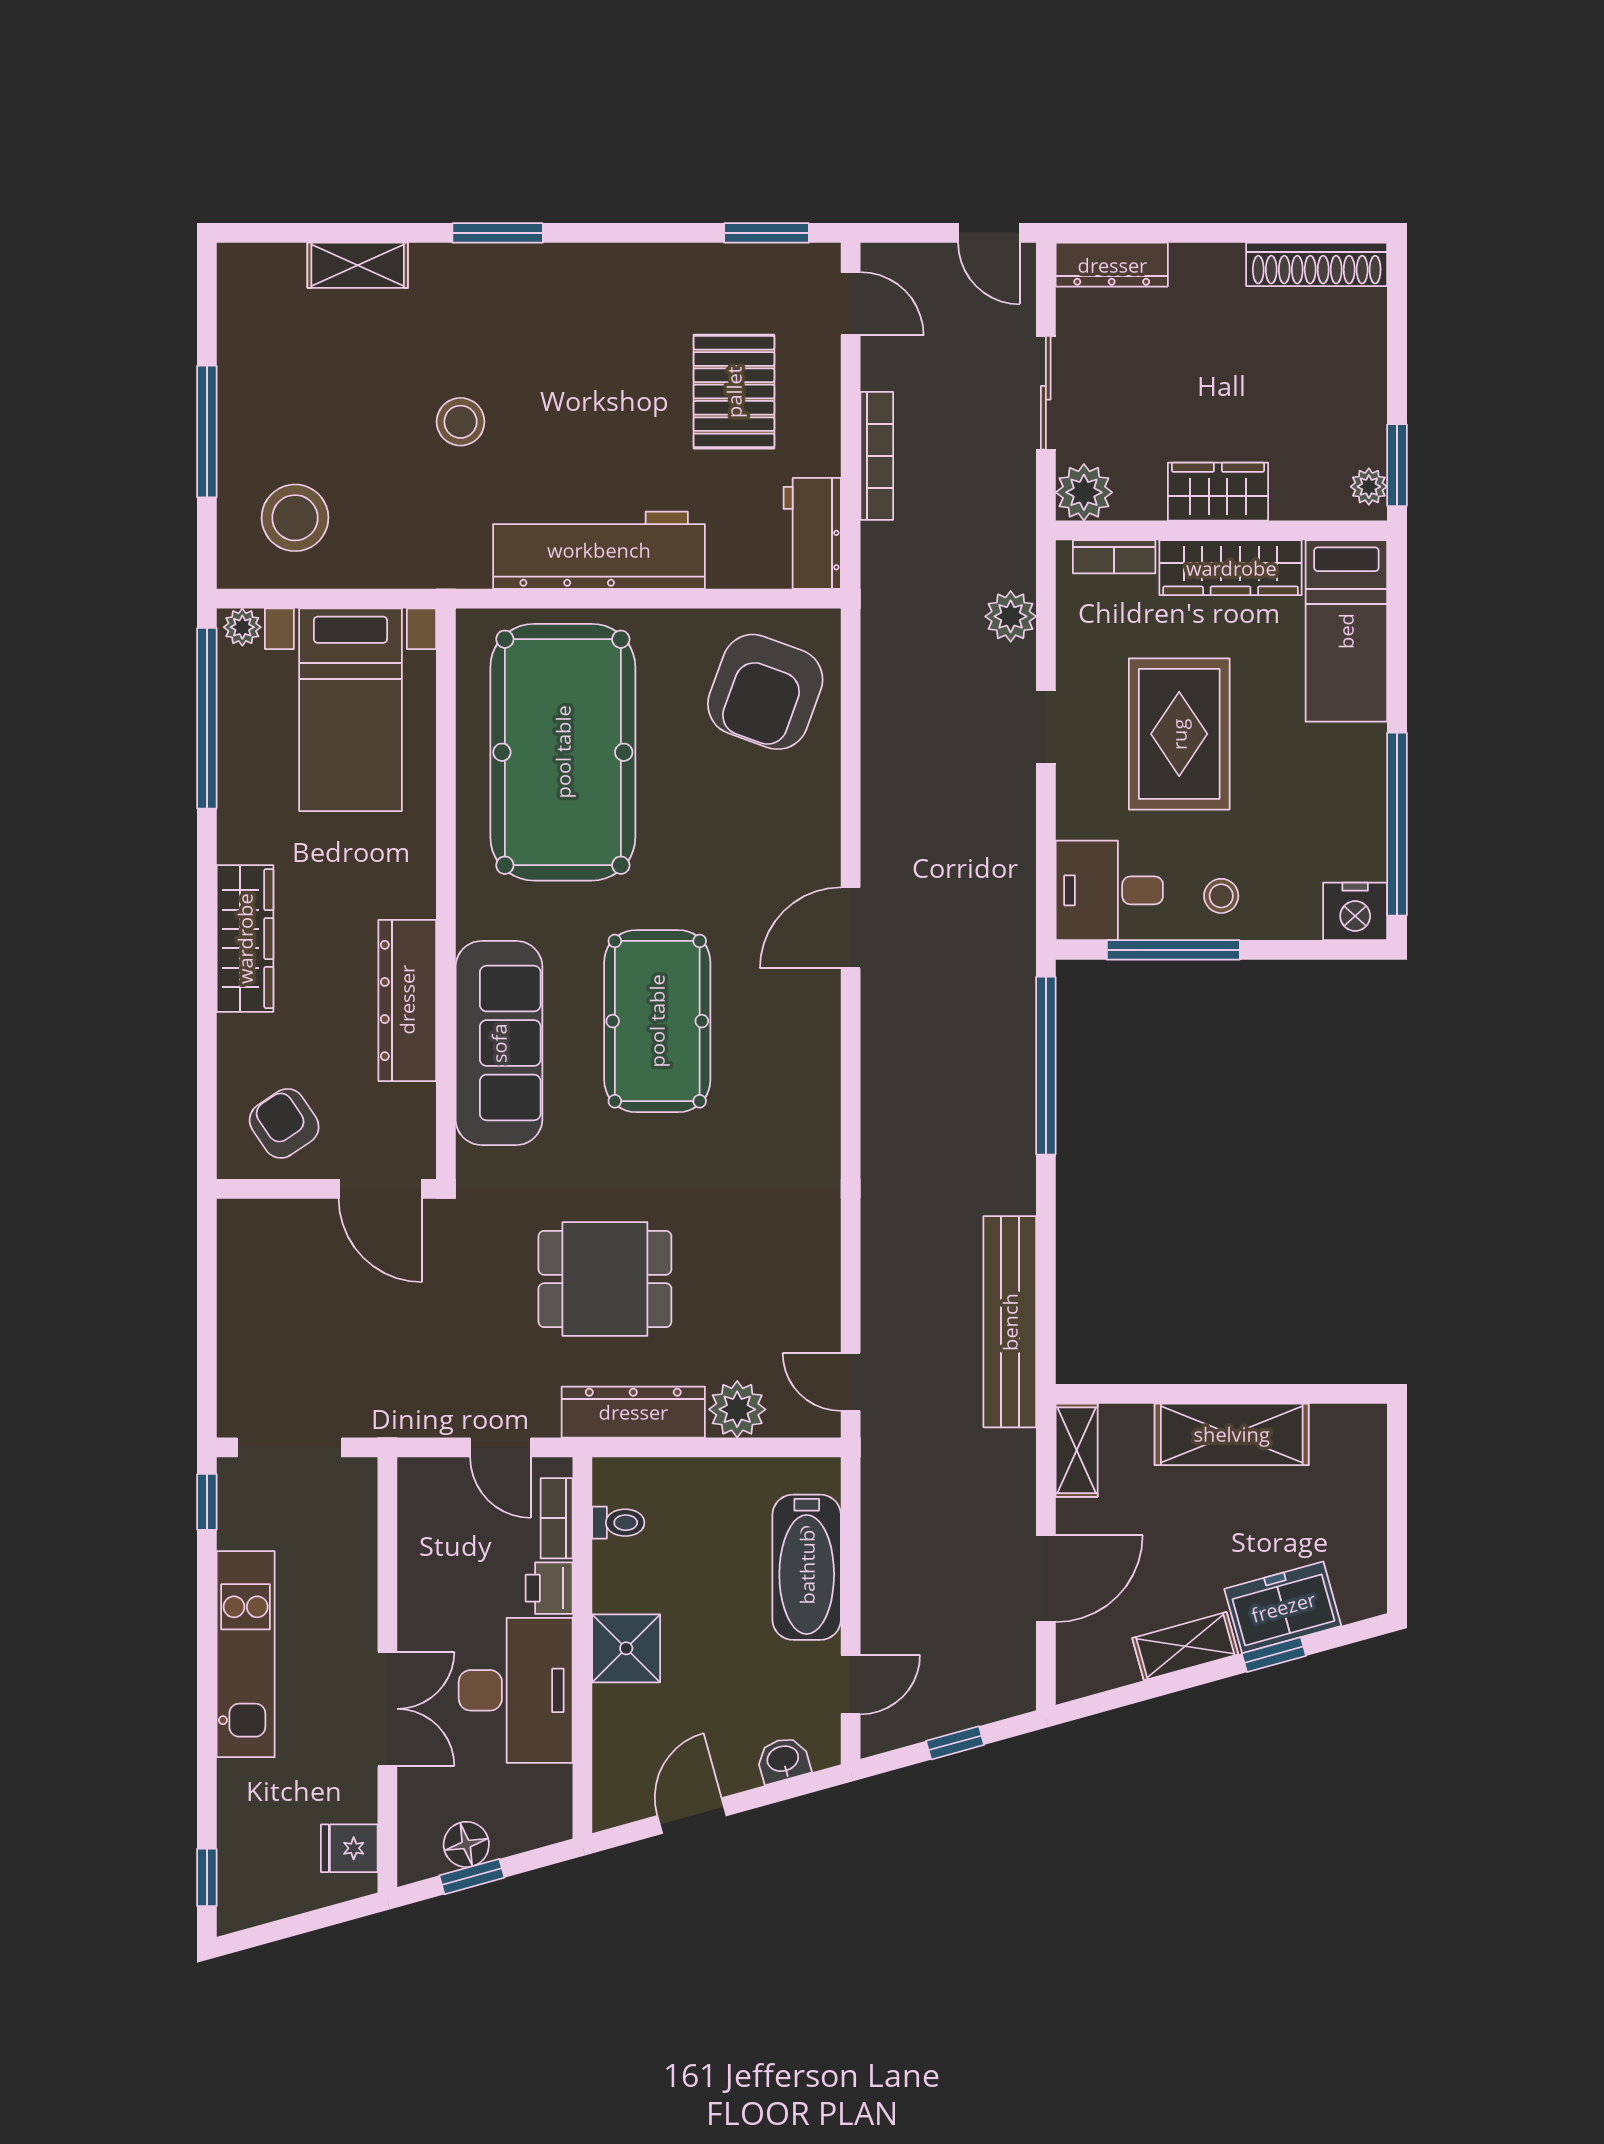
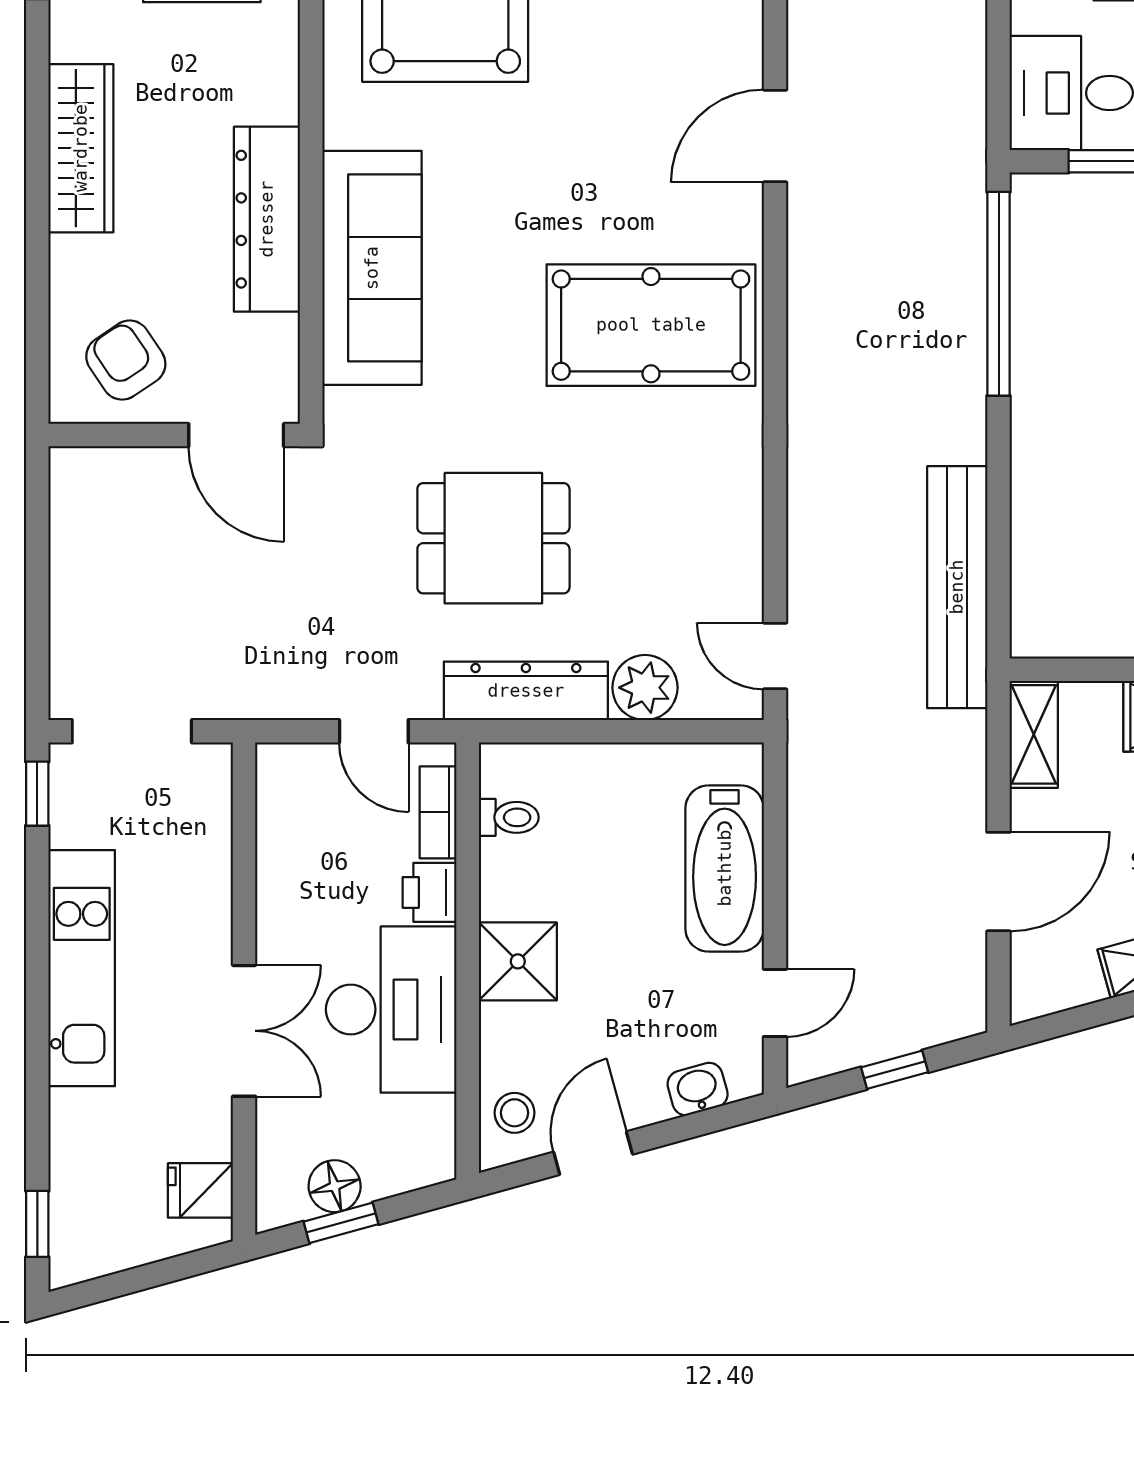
pool table: (657, 1021) -> (651, 325), moved, turned 90
stool: (623, 1781) -> (515, 1113), added

